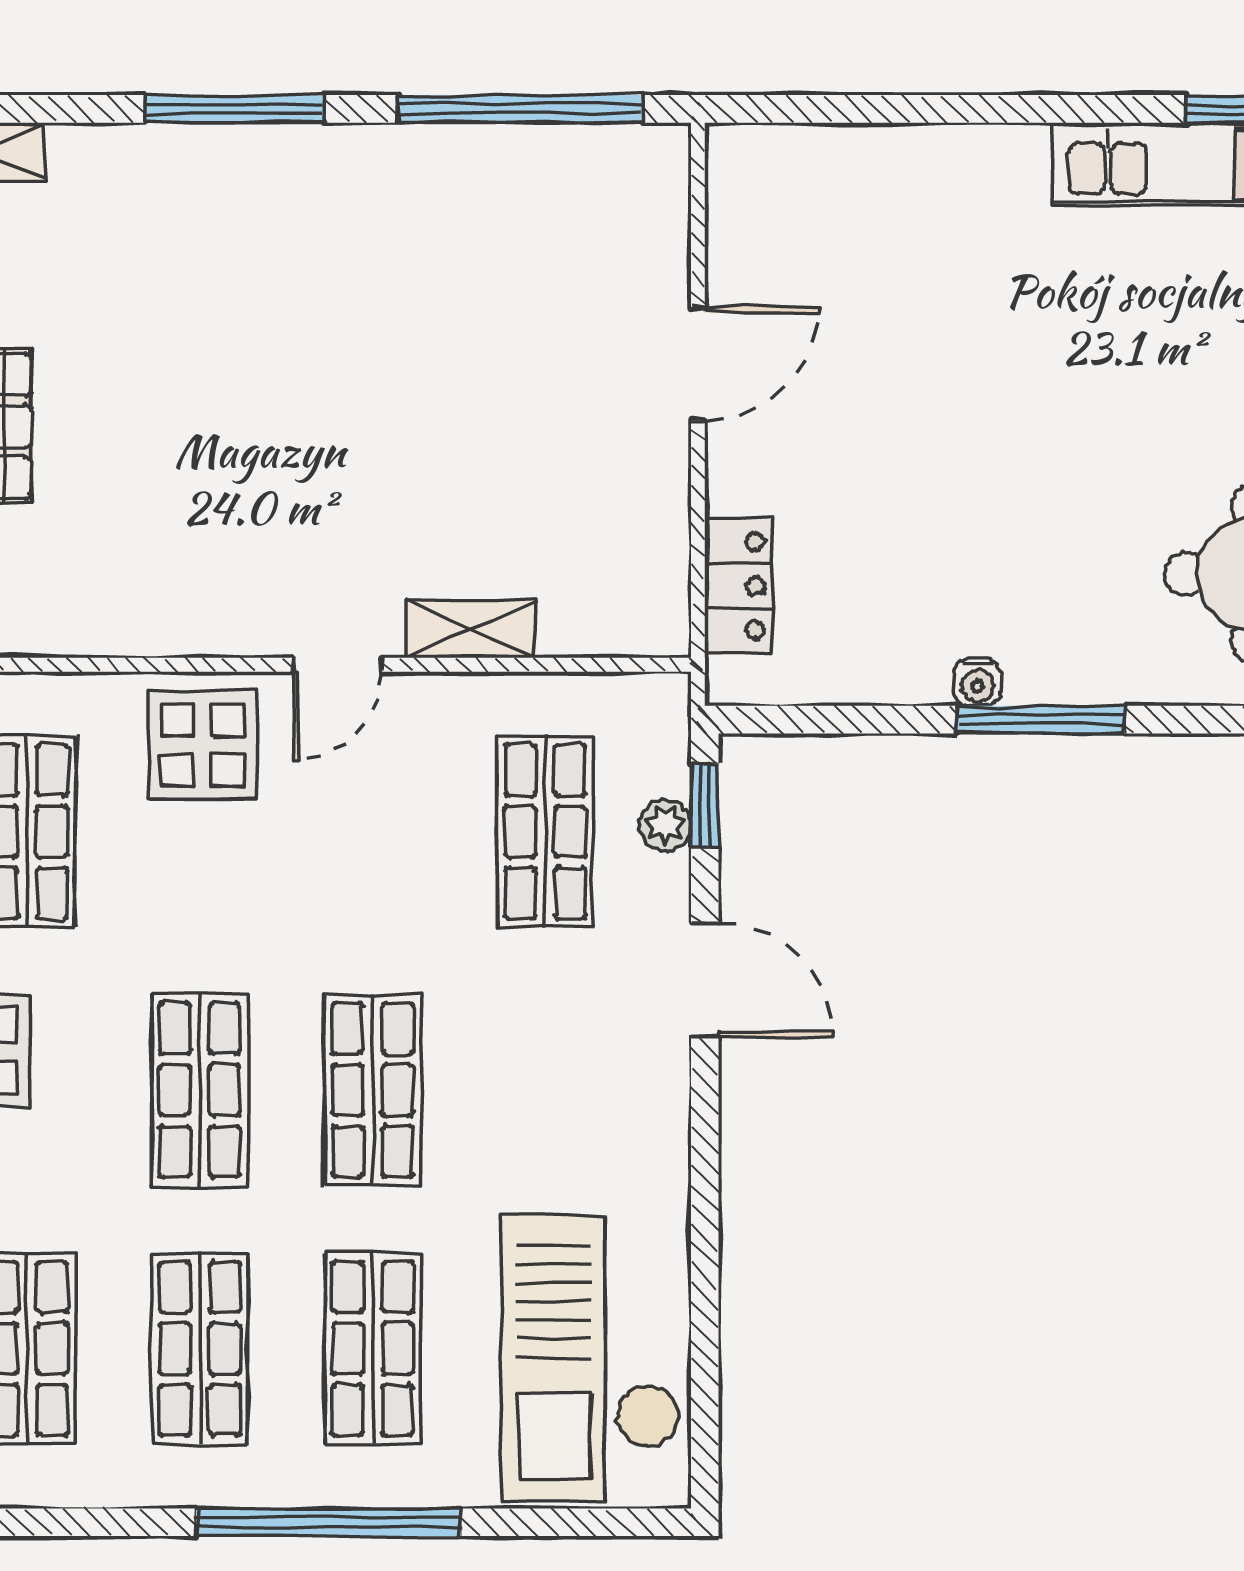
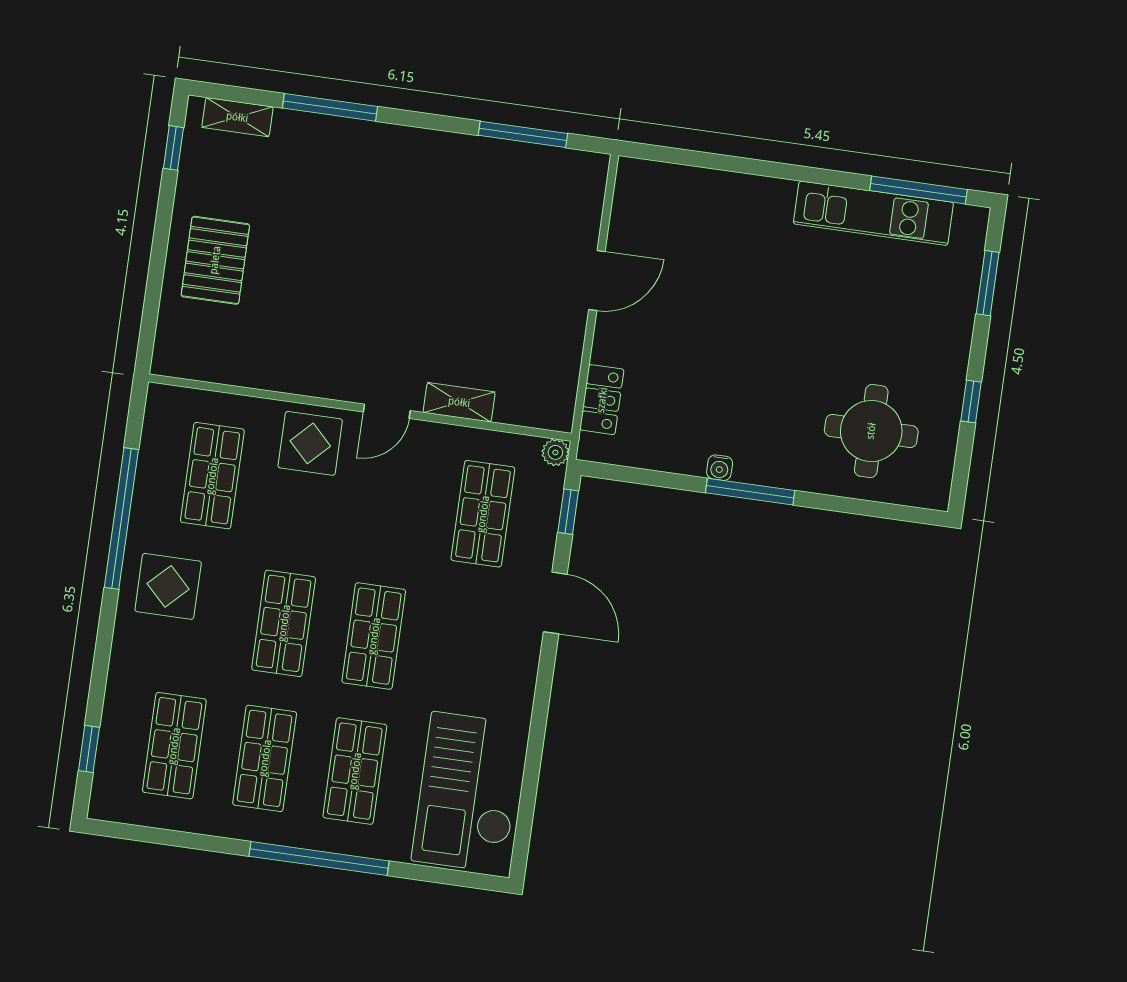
window: (234, 109) -> (330, 107), moved
window: (520, 109) -> (523, 134), width x0.68
plant: (665, 825) -> (555, 452), moved

